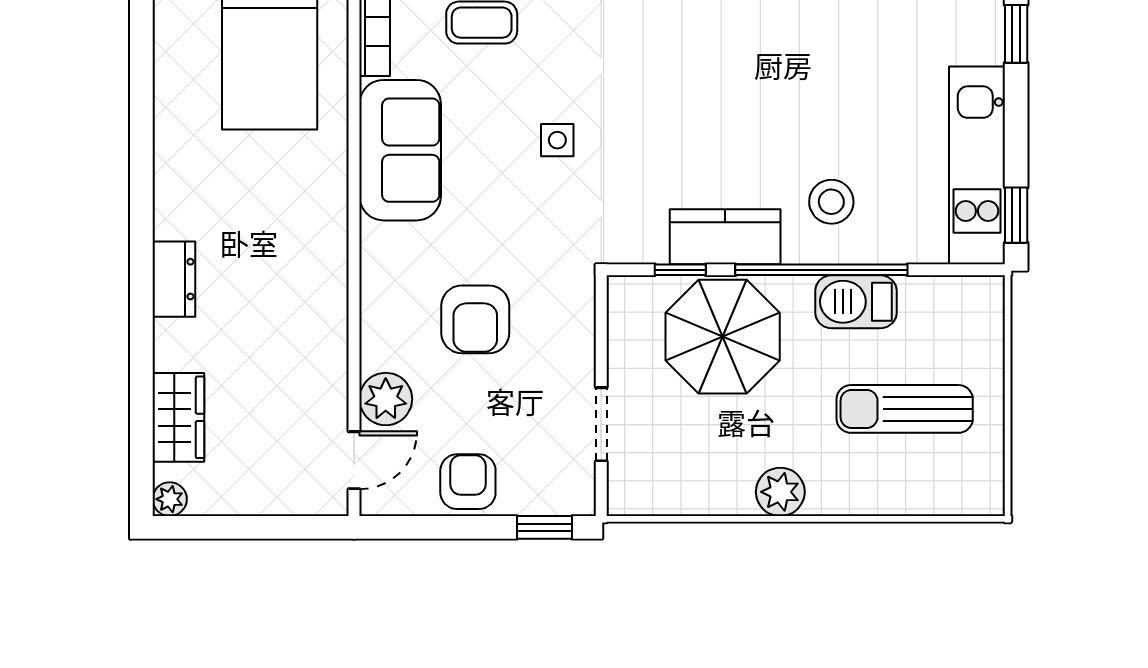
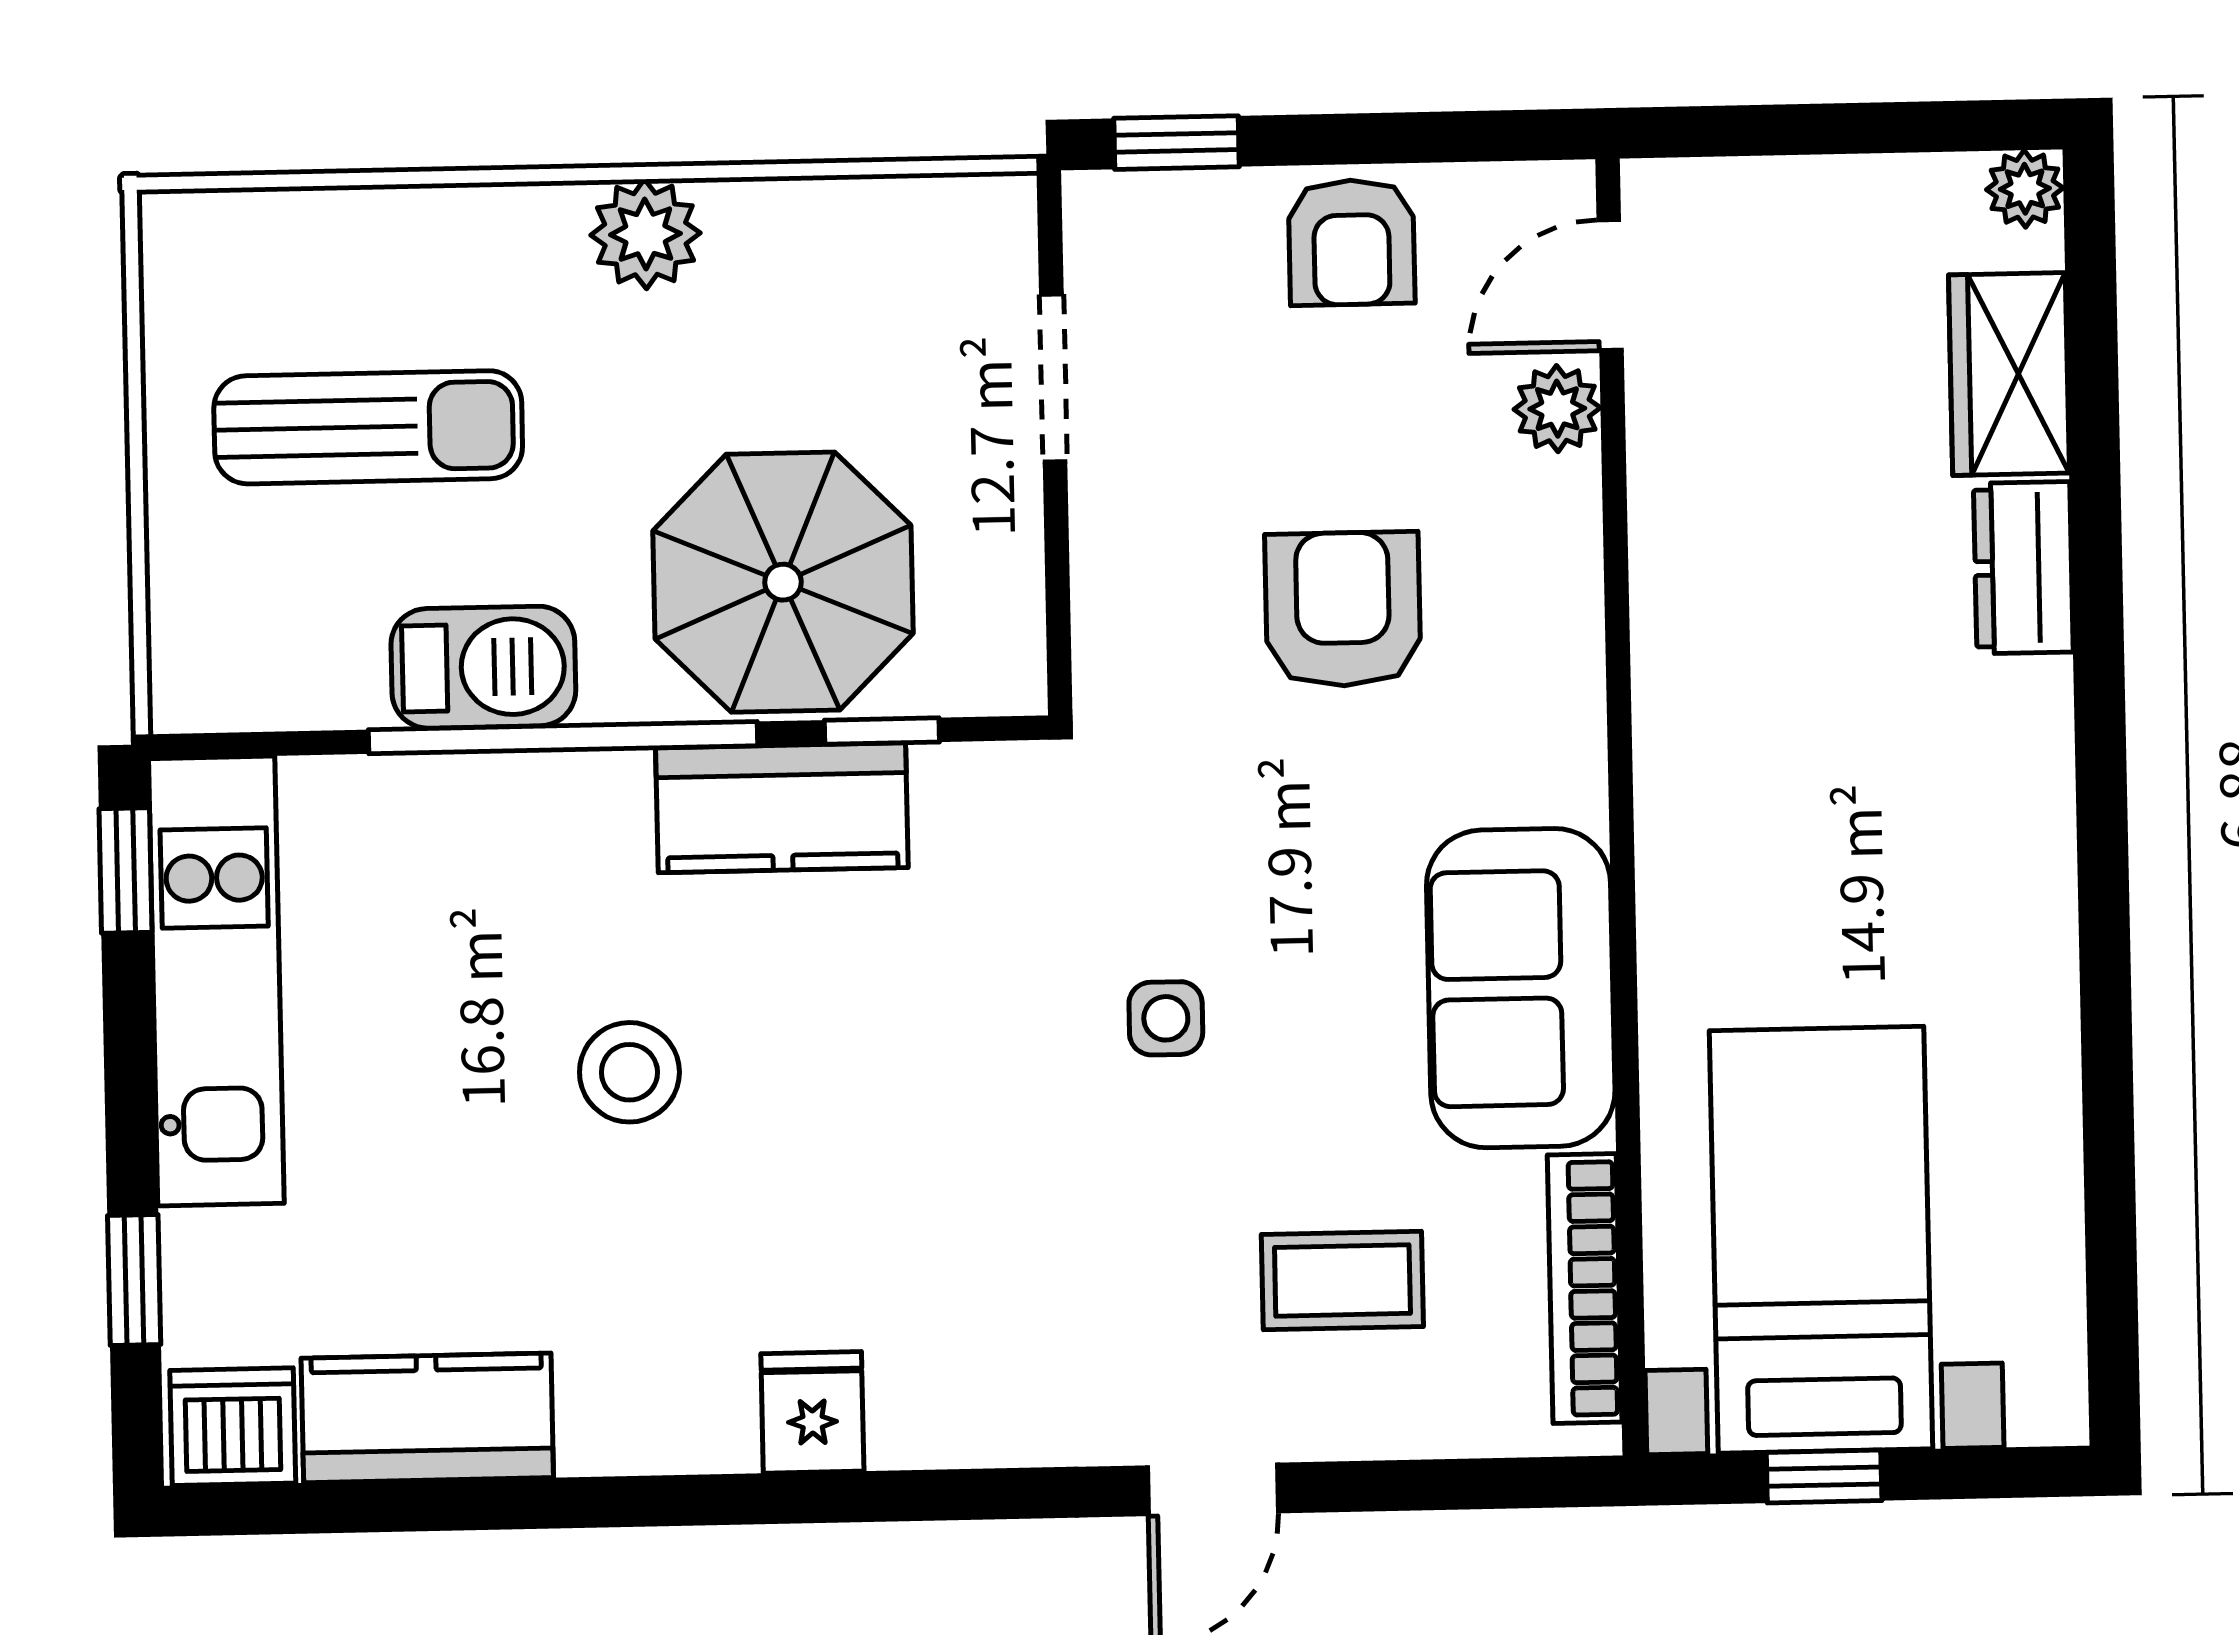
stool: (831, 202) -> (629, 1072), moved
dresser: (174, 279) -> (2023, 568), moved
plant: (386, 399) -> (1557, 409), width x0.73, depth x0.73

